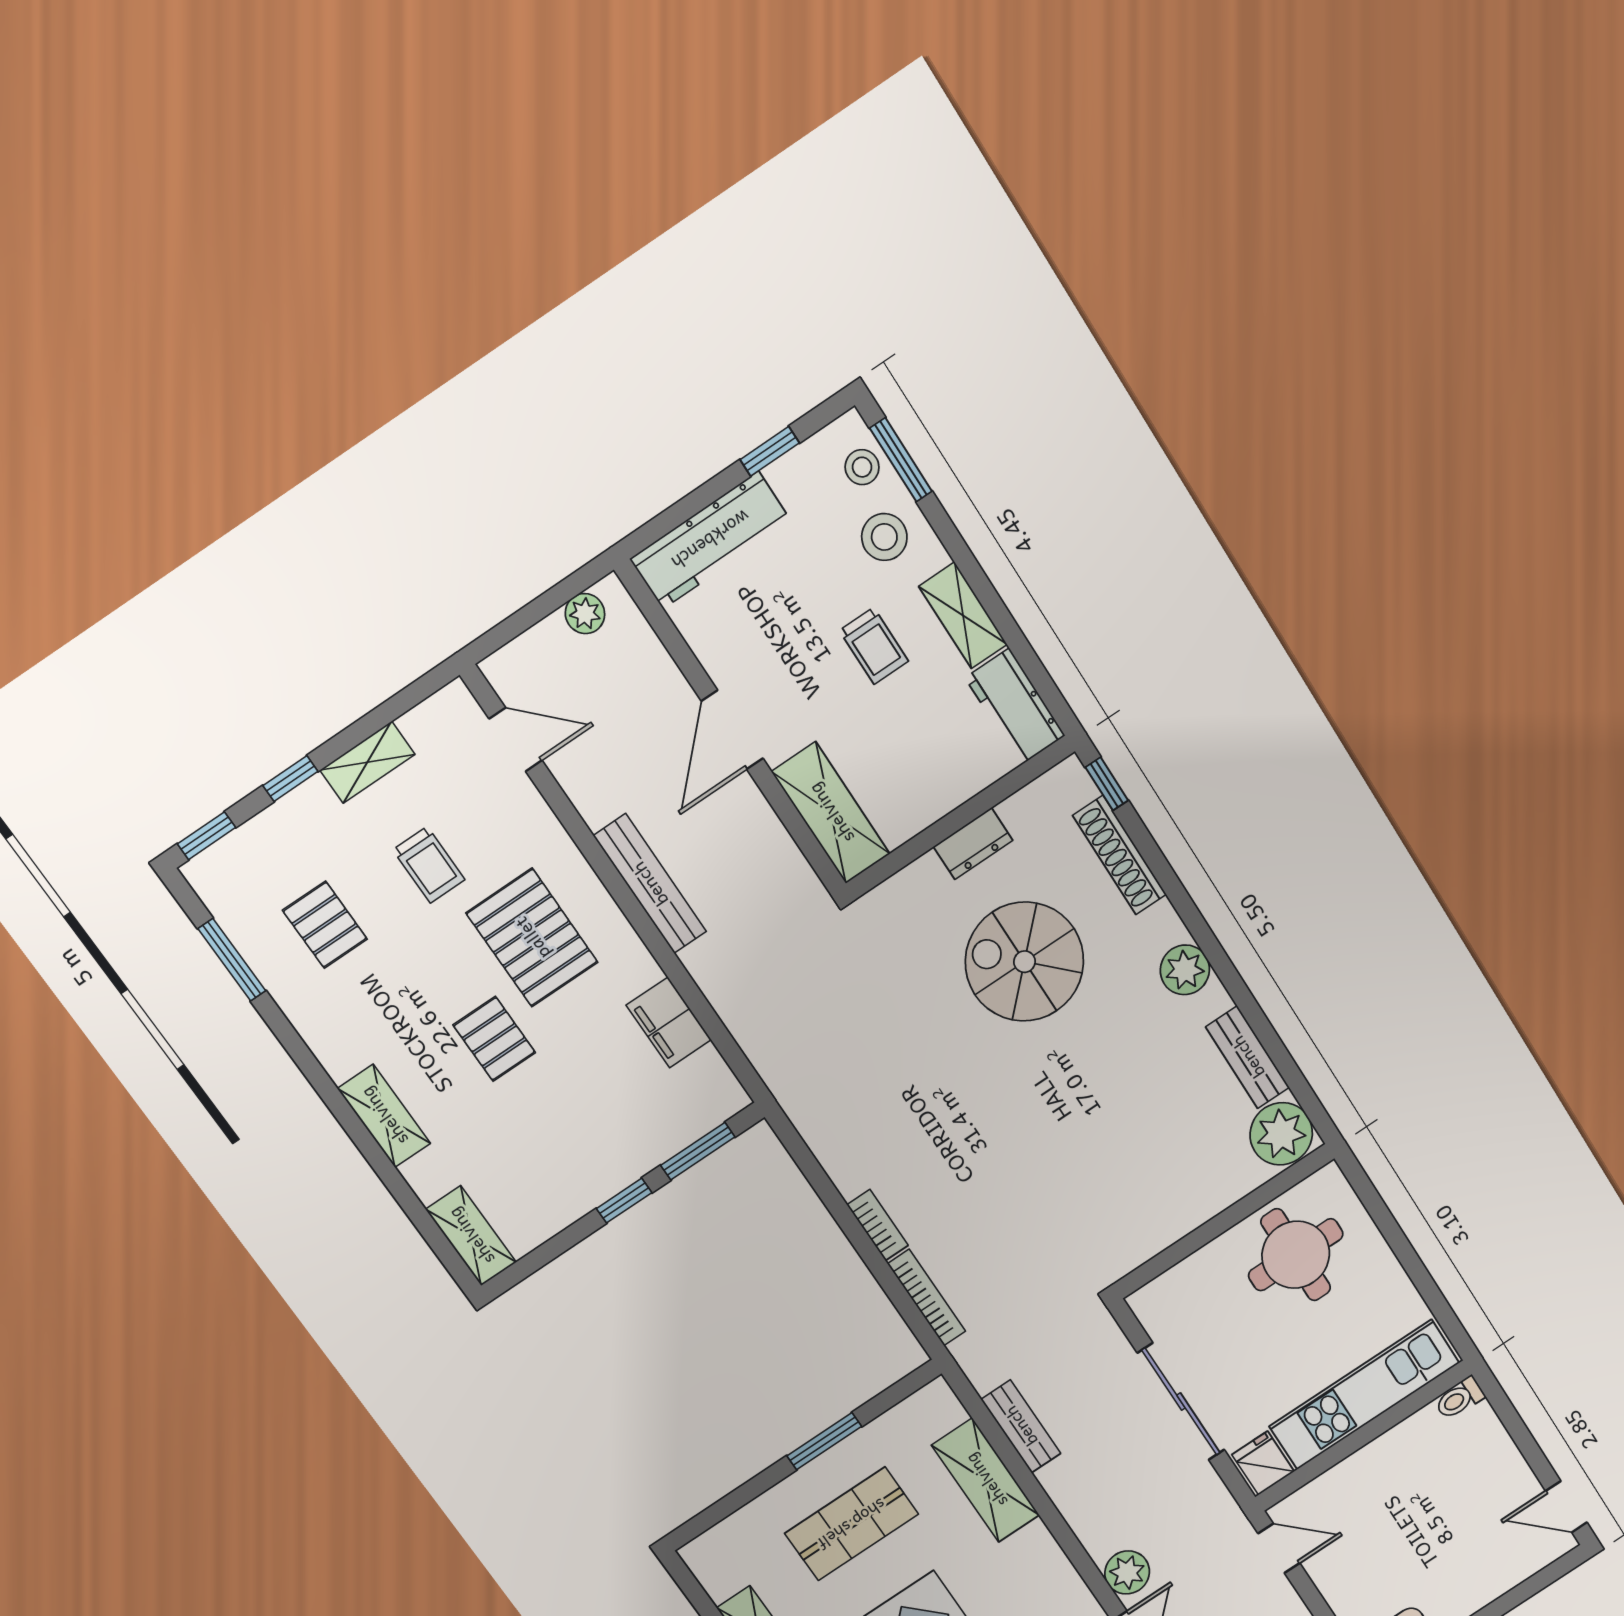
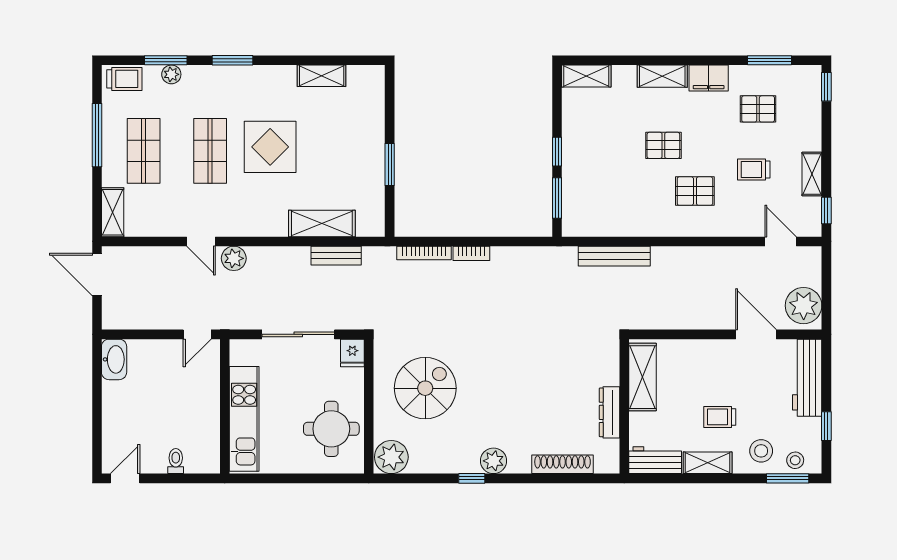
plant: (585, 614) -> (804, 306), width x1.87, depth x1.87
door: (732, 730) -> (756, 334), moved
door: (516, 740) -> (781, 241), swing flipped
window: (290, 778) -> (826, 210), moved
window: (1107, 784) -> (472, 478), moved
shelving: (831, 813) -> (642, 377), moved, turned 90
dresser: (973, 844) -> (610, 412), width x1.44
bench: (650, 884) -> (614, 256), moved
pallet: (532, 938) -> (695, 191), width x0.67, depth x0.71
spiral stairs: (1024, 962) -> (425, 388), moved
filing cabinet: (669, 1022) -> (709, 78), moved, turned 180
bench: (1248, 1057) -> (436, 464), removed
toilet: (1460, 1398) -> (176, 461), moved
fridge: (1263, 1463) -> (352, 353), moved, turned 90
shop shelf: (852, 1524) -> (343, 151), removed

